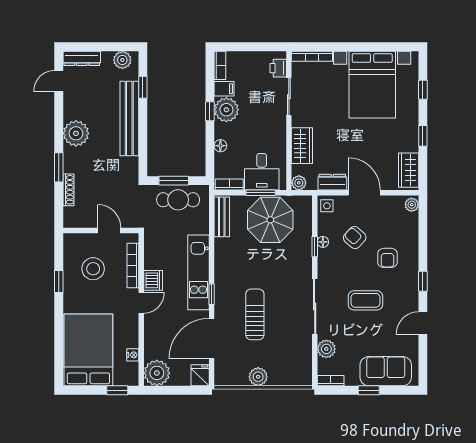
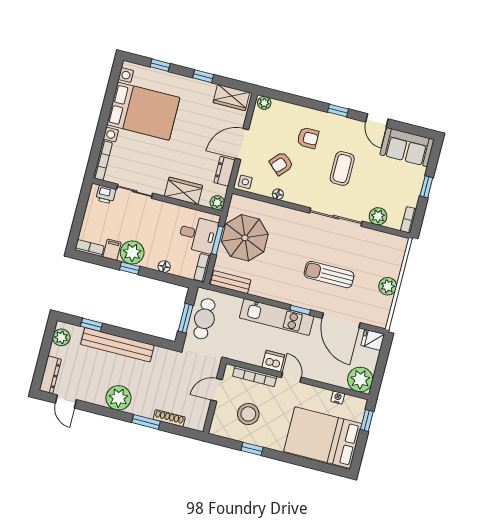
window: (315, 247) -> (280, 203), removed
sofa: (386, 371) -> (407, 147), moved, turned -90

